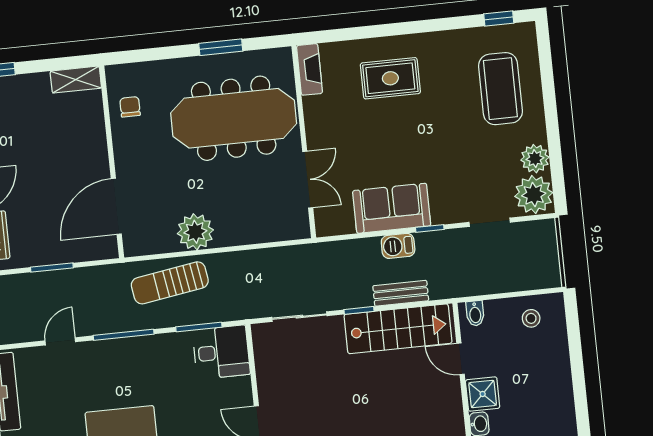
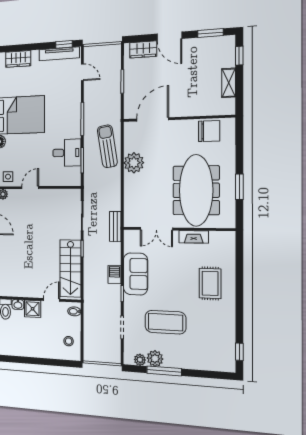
fireplace: (310, 69) -> (194, 237), moved
shelving: (76, 80) -> (229, 83), moved
coffee table: (500, 89) -> (165, 322), moved
chair: (130, 107) -> (209, 131), width x1.87, depth x1.87
window: (554, 141) -> (164, 371), added
plant: (534, 195) -> (140, 360), width x0.53, depth x0.53
door: (116, 206) -> (153, 119), hinge flipped
bench: (401, 293) -> (115, 226), moved
door: (60, 341) -> (82, 72), moved
desk: (221, 352) -> (67, 153), moved, turned -90

